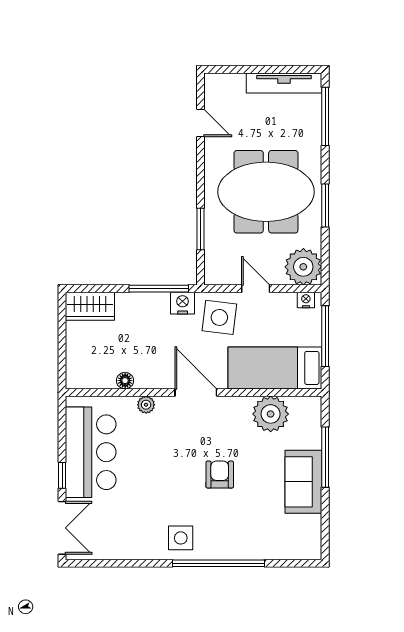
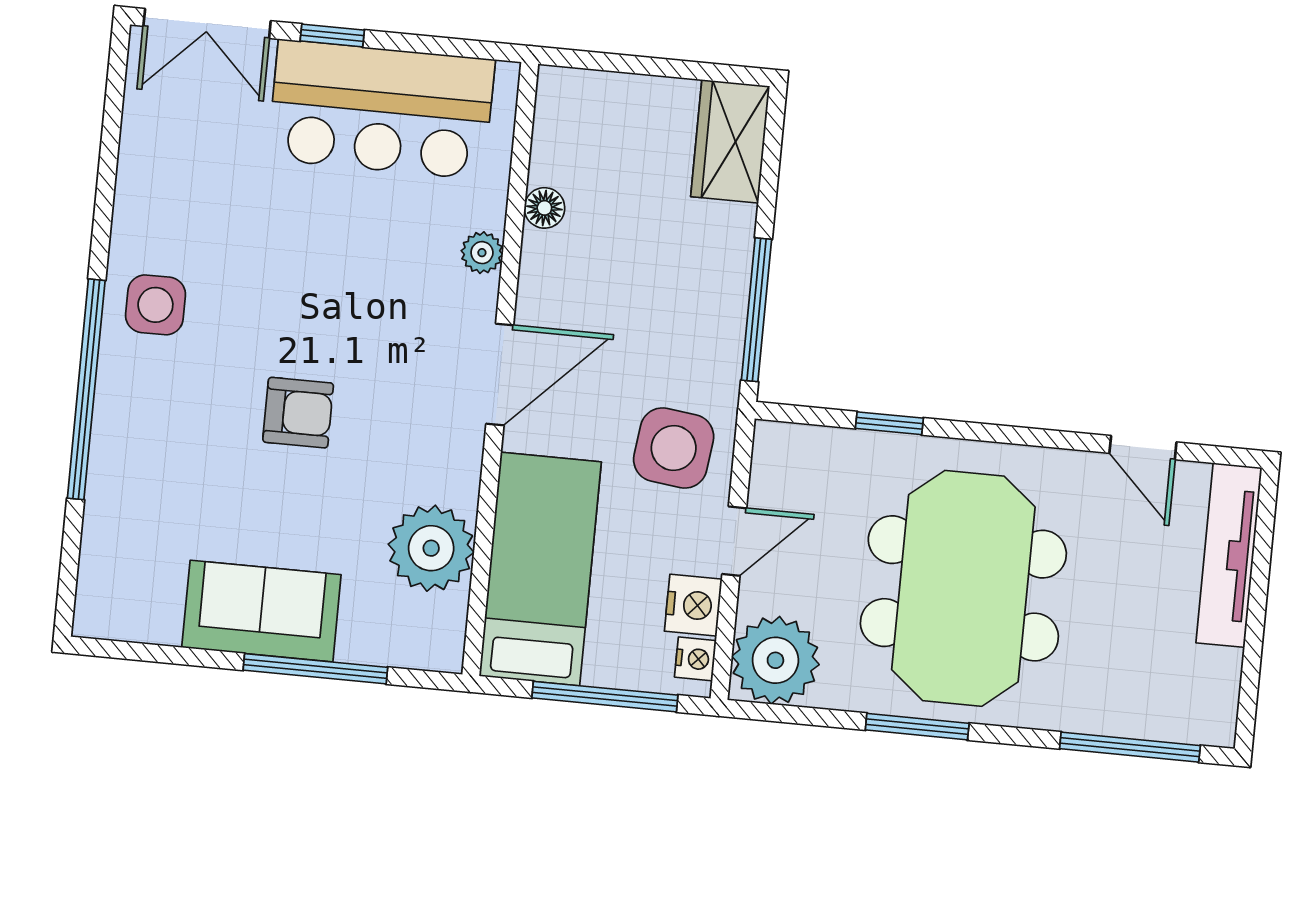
tv unit: (284, 83) -> (1229, 555), moved
door: (200, 123) -> (1143, 448), hinge flipped
window: (200, 229) -> (889, 423), width x0.67
nightstand: (183, 303) -> (693, 605), moved

